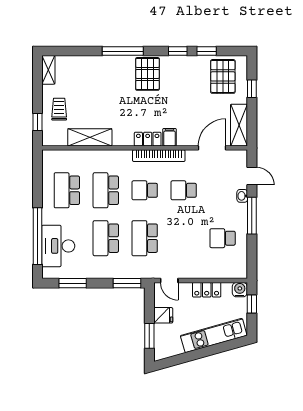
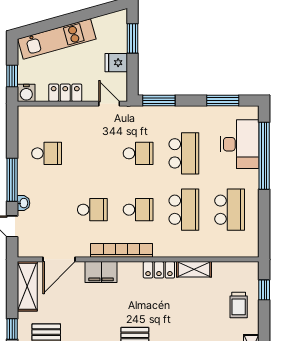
shelving: (90, 137) -> (194, 269), width x0.67, depth x0.75
filing cabinet: (169, 137) -> (101, 272), width x2.00
locker: (148, 139) -> (159, 270), moved
school desk: (145, 238) -> (138, 153), width x0.54

